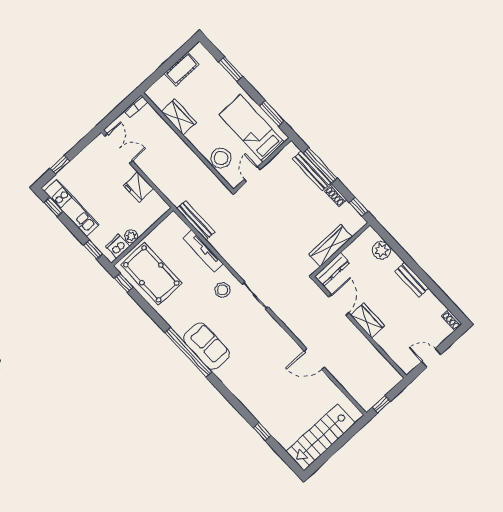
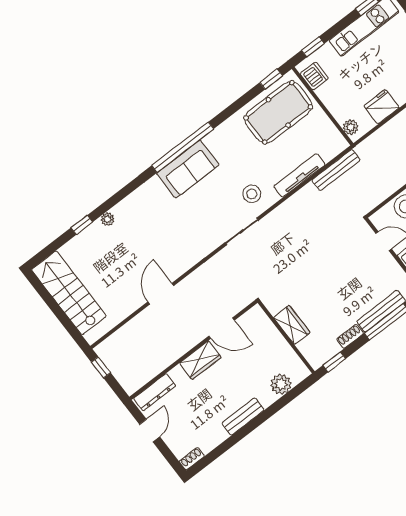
plant: (131, 236) -> (351, 127), moved
wardrobe: (330, 246) -> (292, 325), width x0.67
dresser: (332, 270) -> (155, 392), moved, turned -90
plant: (255, 410) -> (108, 219), added

